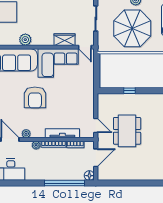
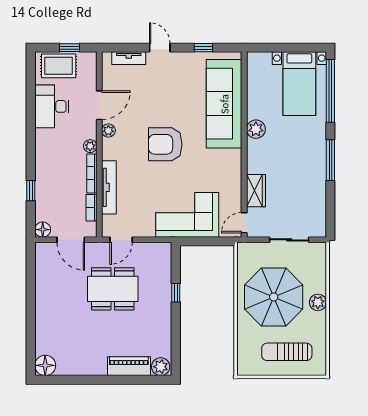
corner sofa: (58, 63) -> (187, 215), moved, turned 90
window: (64, 183) -> (31, 191), width x0.32

